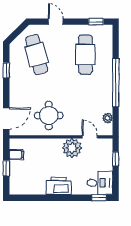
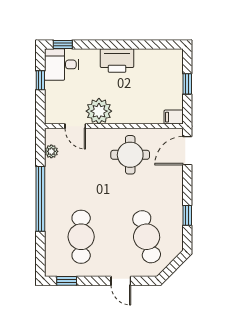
filing cabinet: (16, 155) -> (174, 117), moved
window: (116, 159) -> (40, 80), moved

